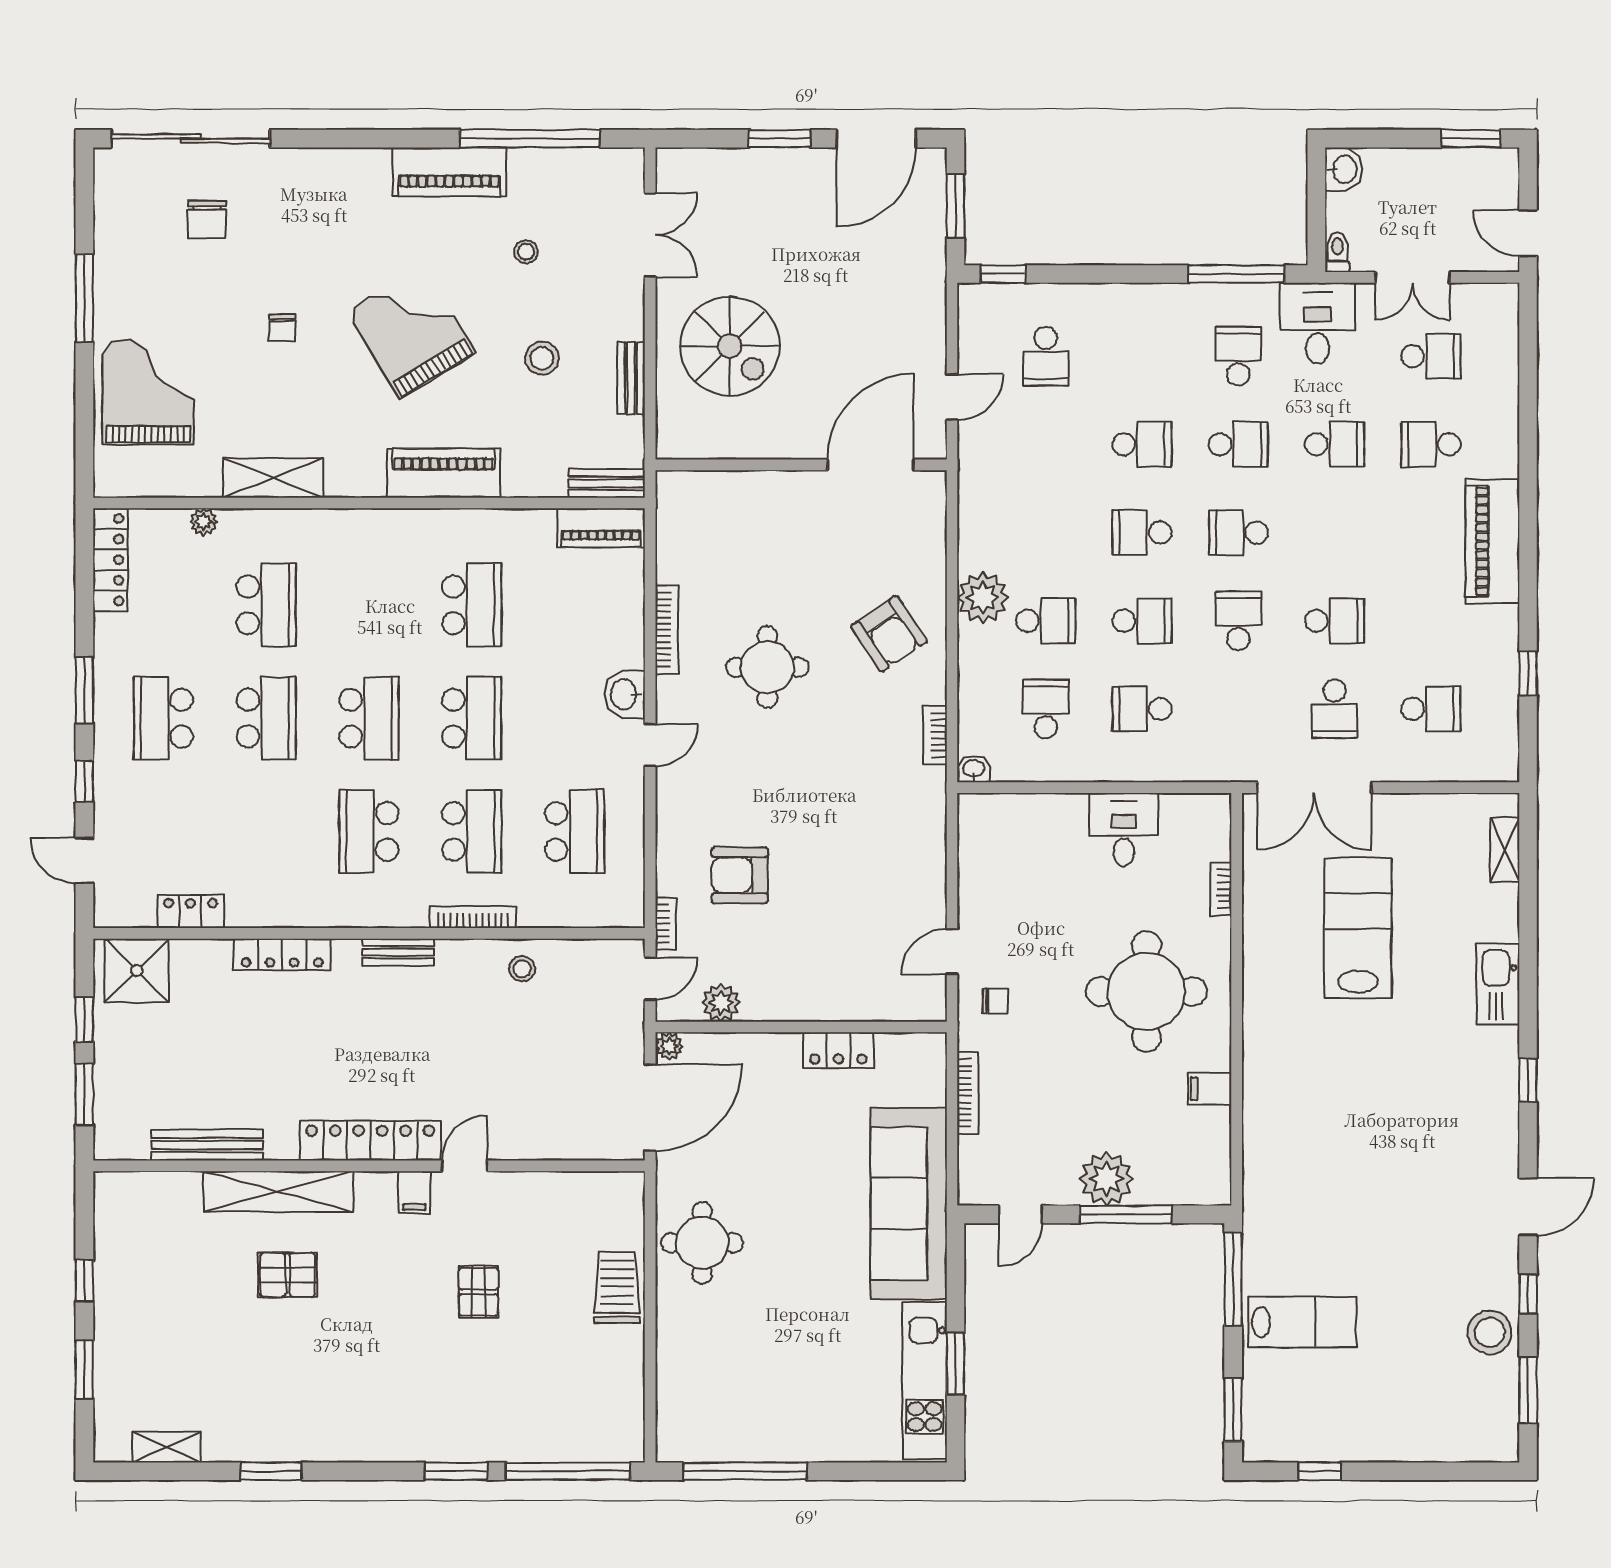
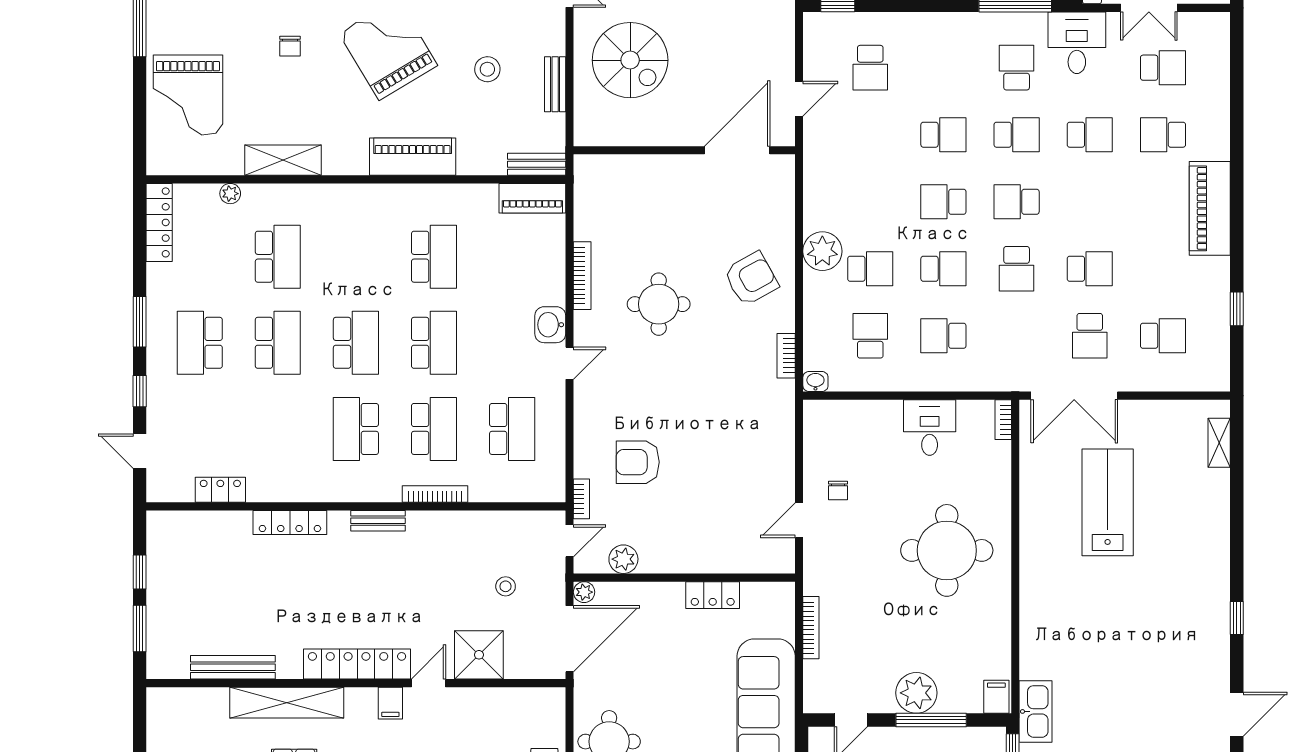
grand piano: (148, 392) -> (188, 95), turned 180
school desk: (1238, 621) -> (1017, 269), turned 180
armchair: (889, 634) -> (751, 279), turned -85
bookcase: (1221, 889) -> (1003, 420), moved
stool: (522, 969) -> (506, 586), moved
shower: (137, 970) -> (479, 655), moved
kitchen sink: (1498, 984) -> (1035, 711), moved, turned 180
chair: (995, 1001) -> (838, 491), moved, turned 90
filing cabinet: (1210, 1089) -> (996, 697), moved, turned 90

